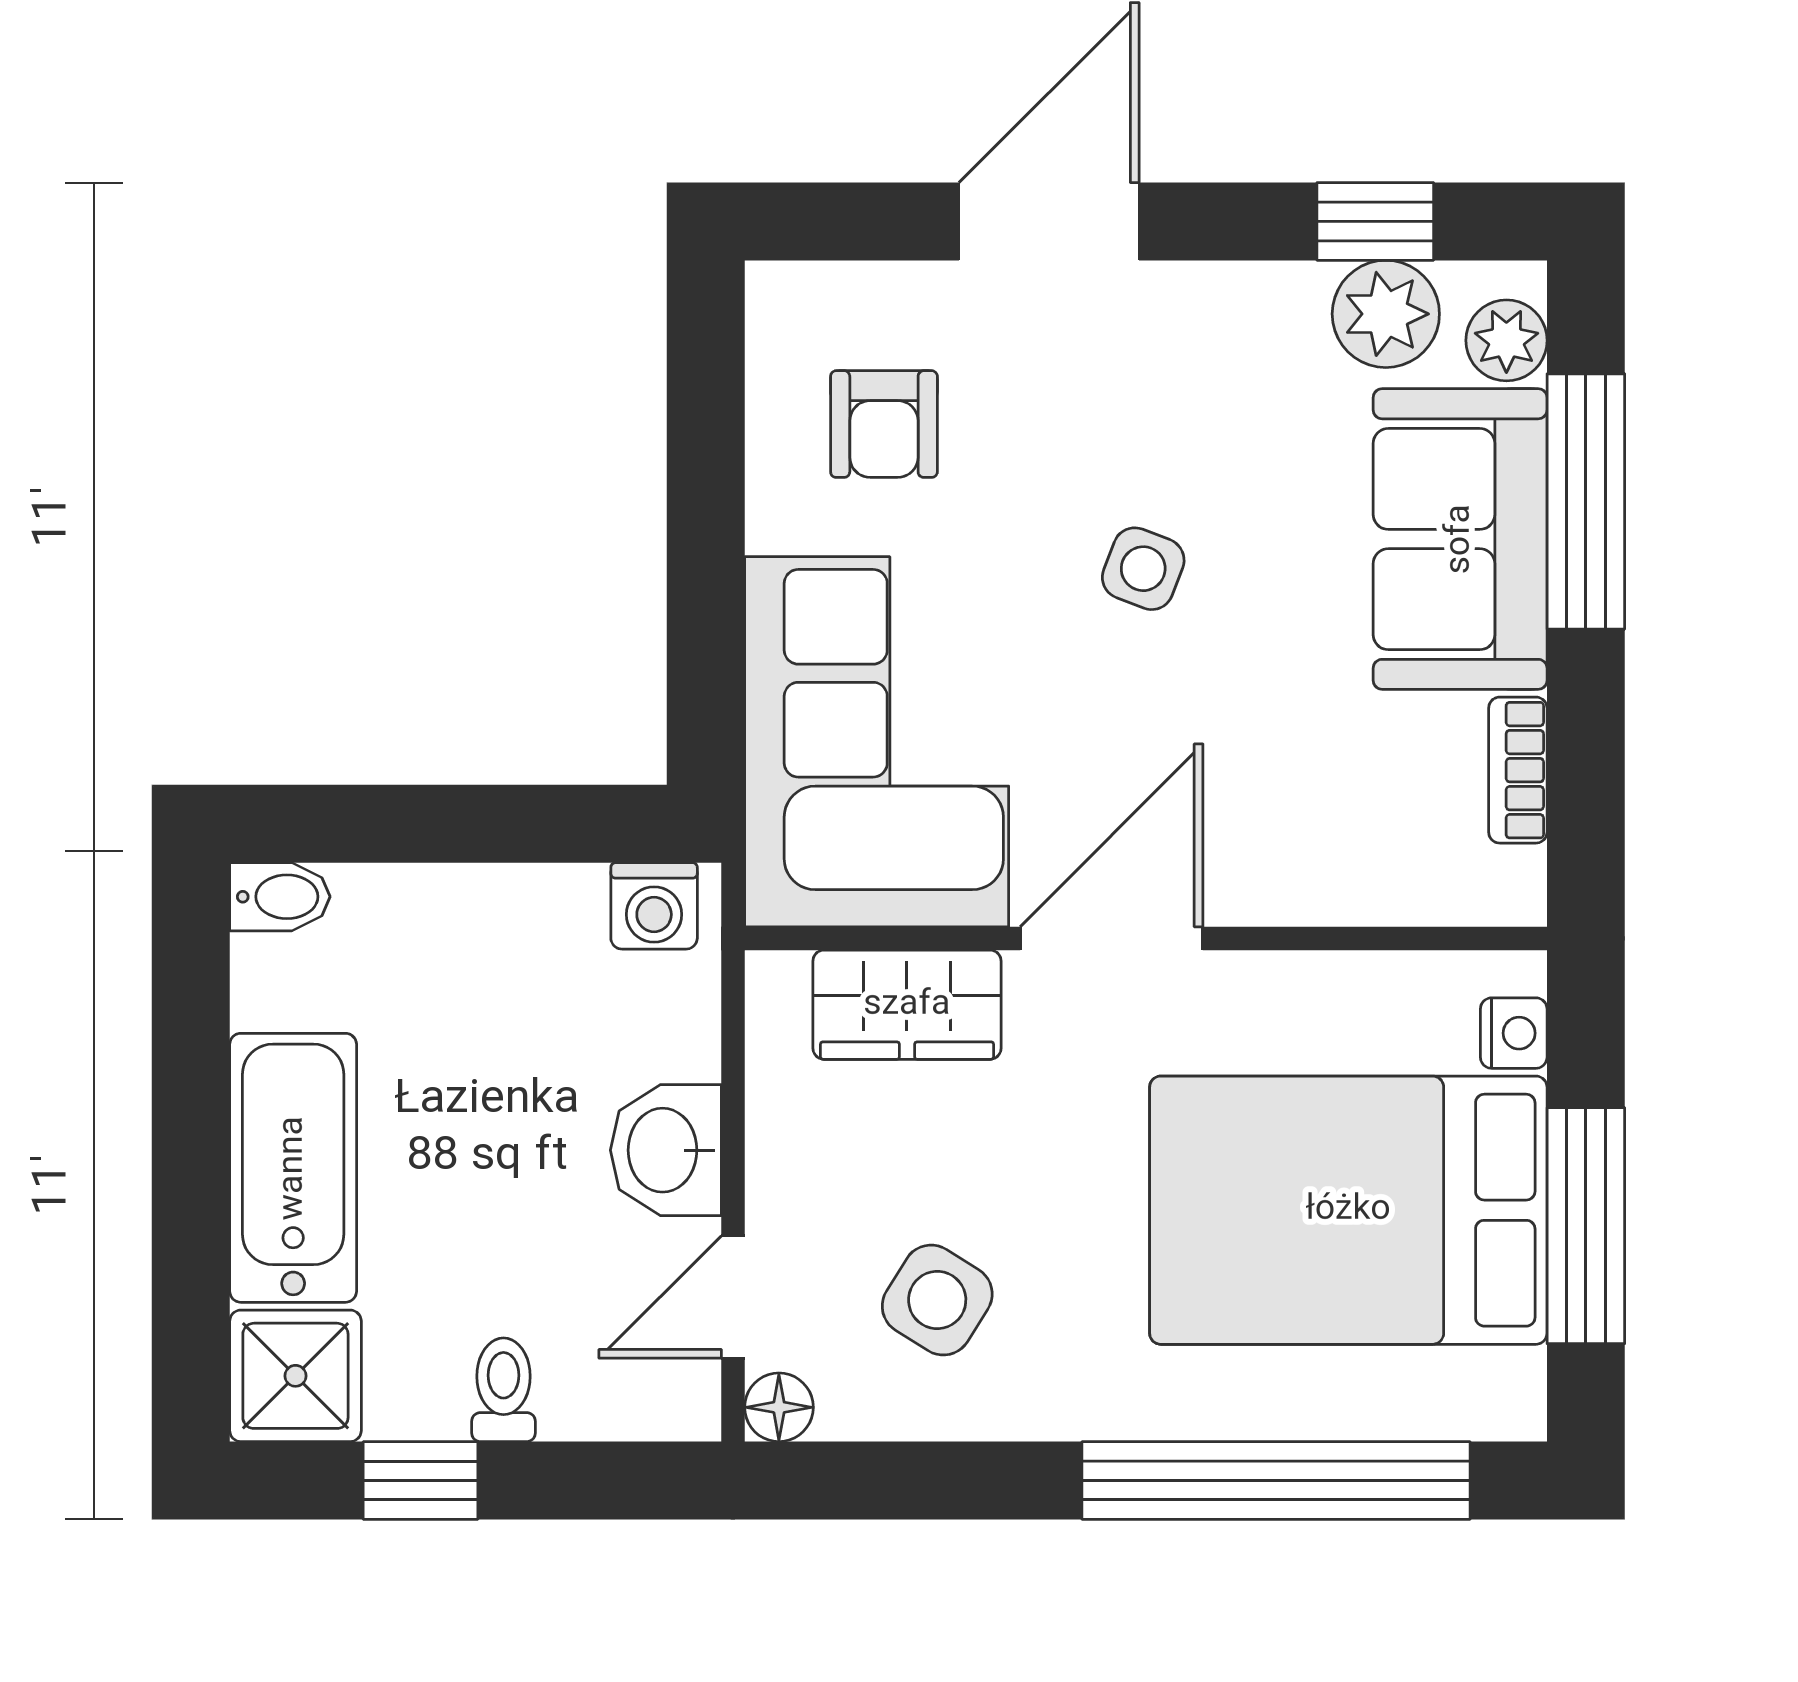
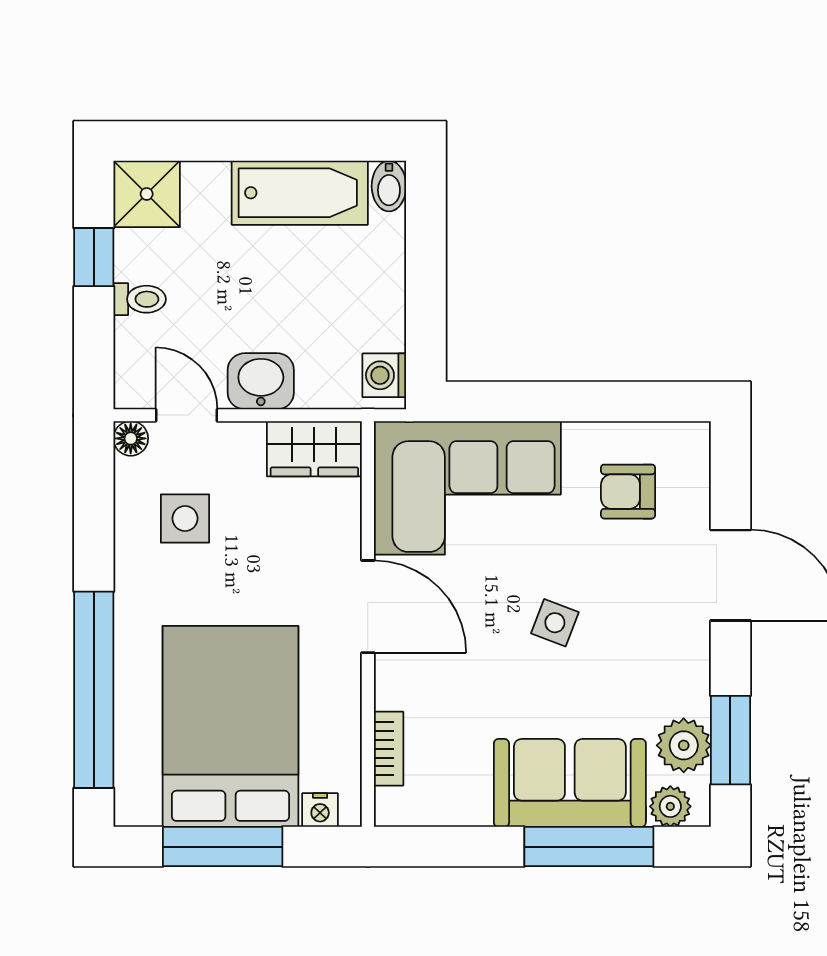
window: (1375, 221) -> (730, 740), width x1.50
bookcase: (1518, 770) -> (389, 749), moved, turned 90
wardrobe: (907, 1005) -> (314, 449), moved, turned -90
bathtub: (293, 1168) -> (300, 193), moved
side table: (937, 1300) -> (185, 518), turned -32

